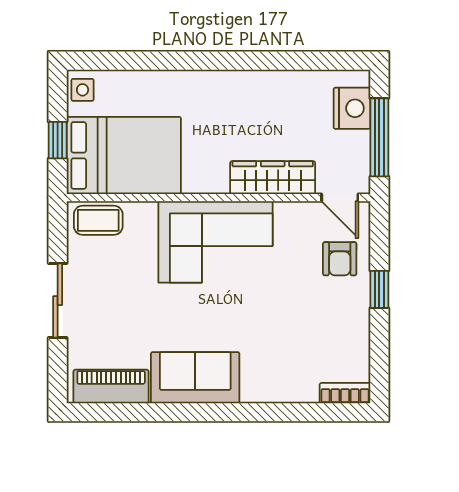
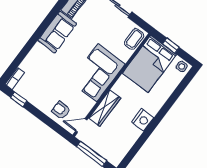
nightstand: (352, 108) -> (143, 120), moved, turned -90
window: (379, 289) -> (19, 99), moved

